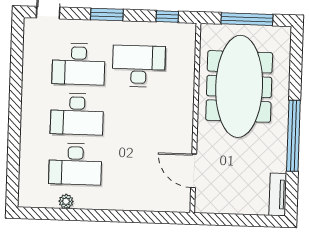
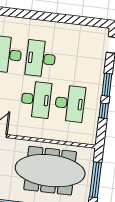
window: (167, 17) -> (104, 111), moved
desk: (79, 64) -> (36, 99), moved, turned 180

